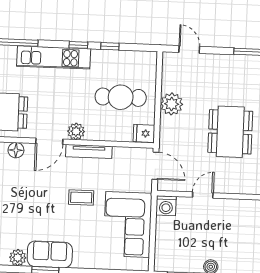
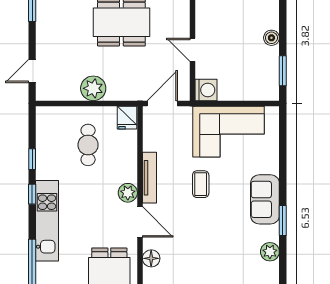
cafe table: (121, 97) -> (88, 145), width x0.73, depth x0.74
sofa: (50, 254) -> (265, 199), moved

